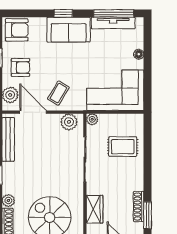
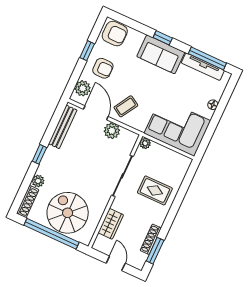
plant: (69, 122) -> (112, 131), moved
rug: (123, 147) -> (155, 190), moved

